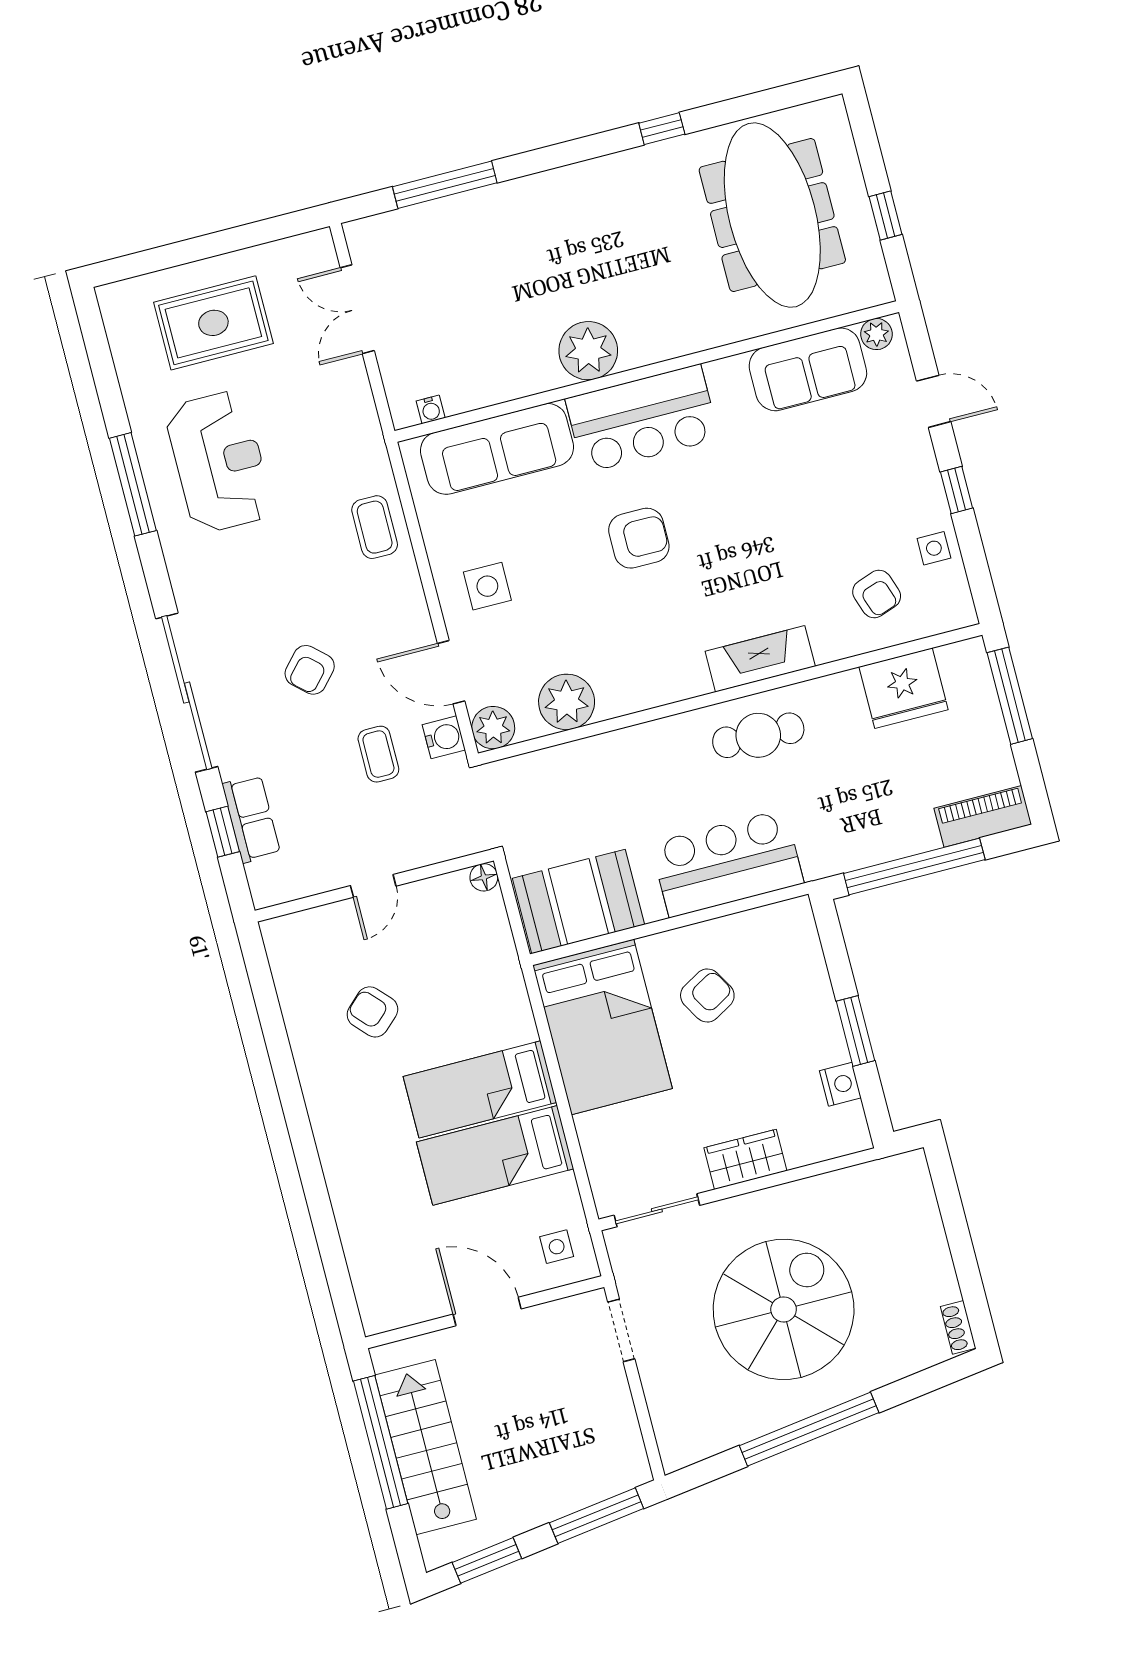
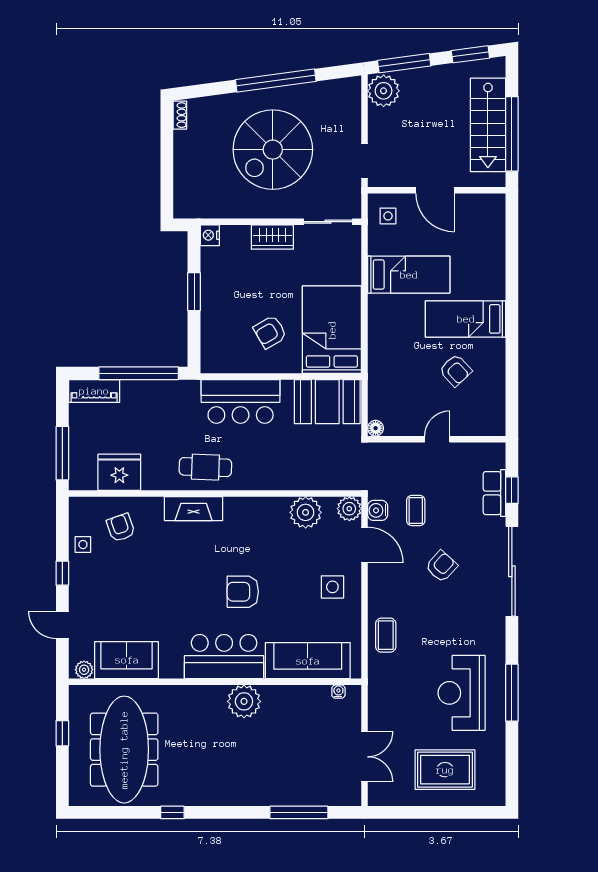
nightstand: (840, 1084) -> (210, 235), moved
bed: (480, 1089) -> (466, 319), moved, turned 180
plant: (620, 1459) -> (384, 91), added

